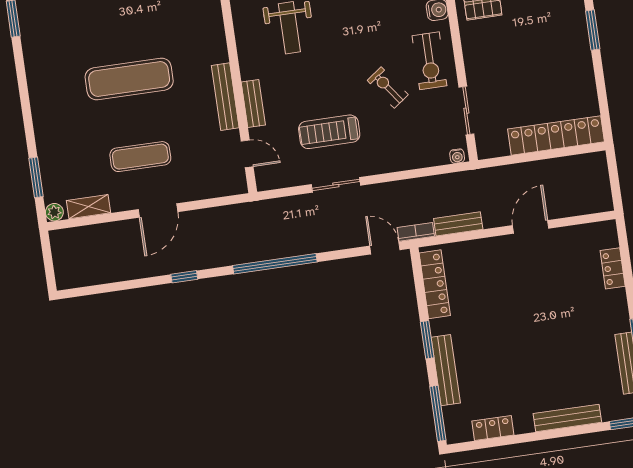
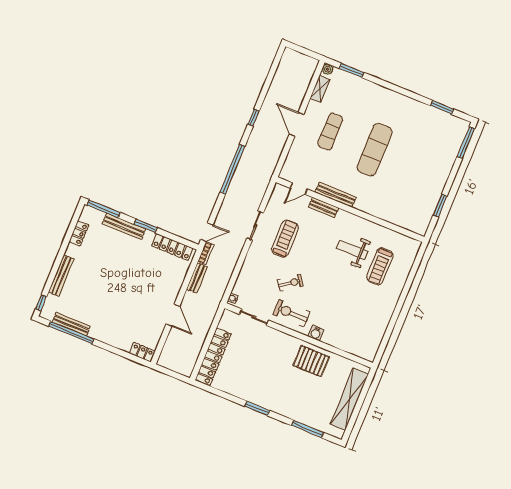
locker: (613, 268) -> (142, 352), moved

